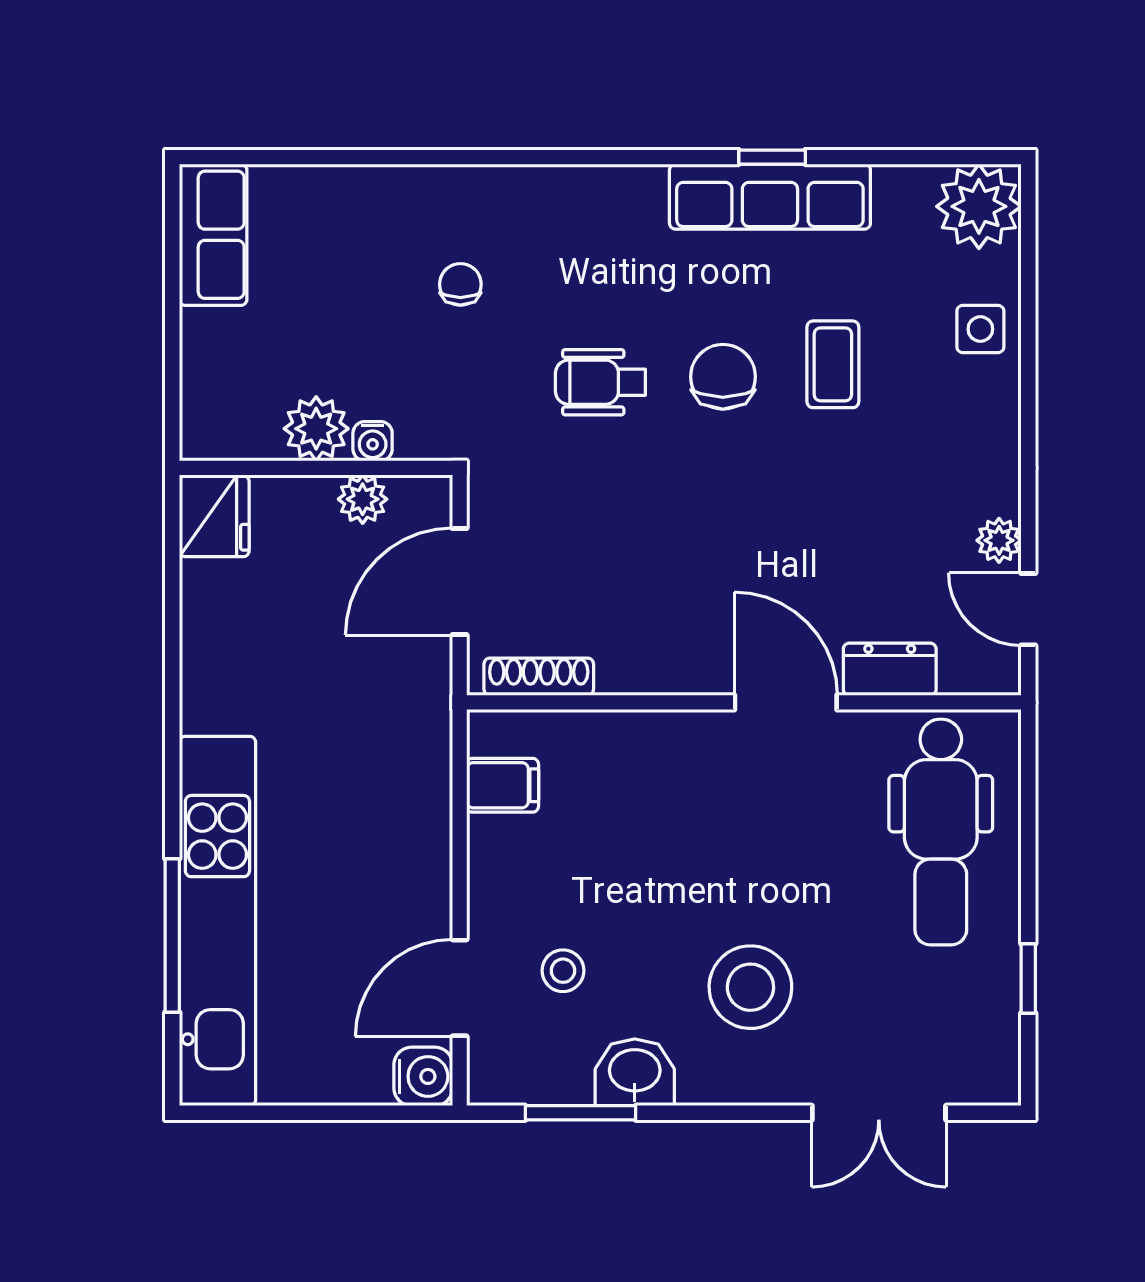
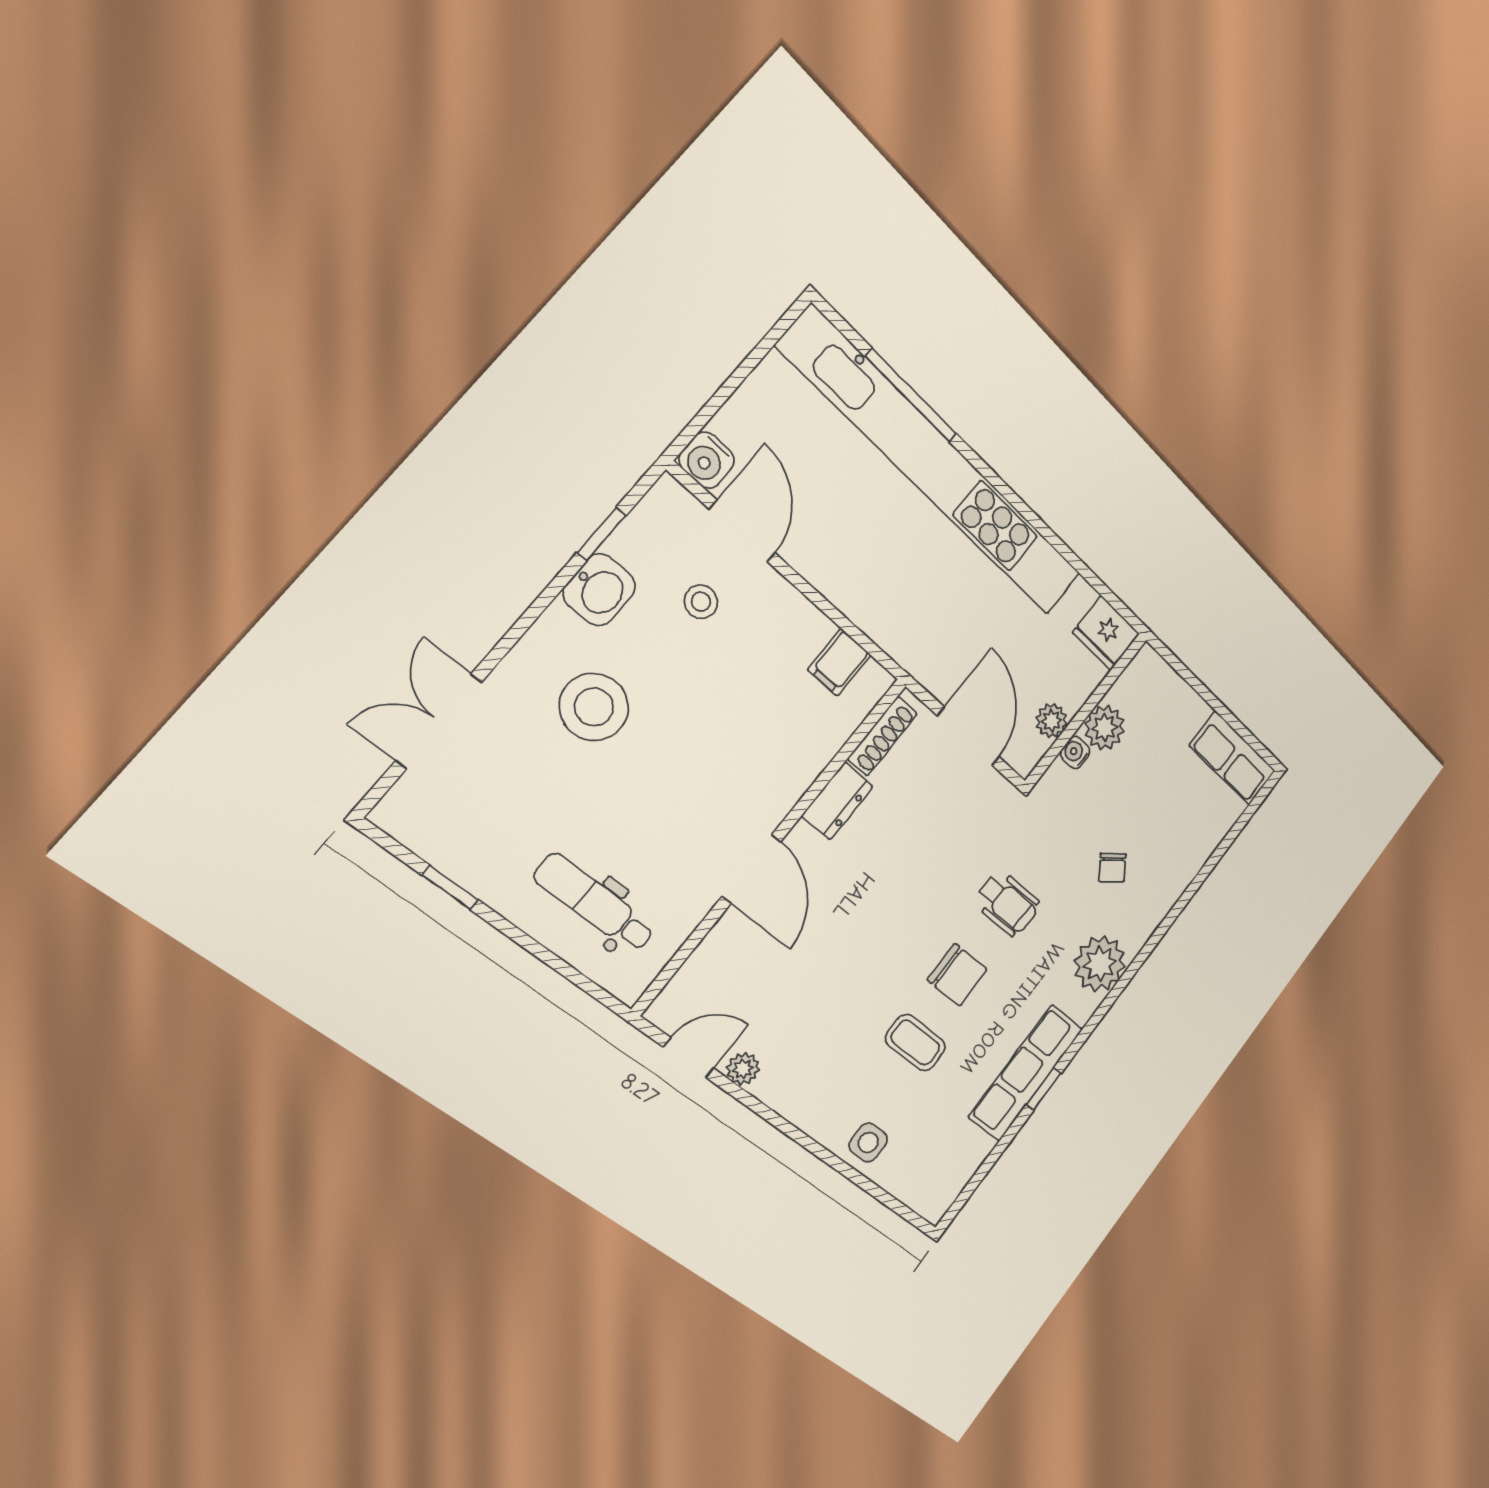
plant: (979, 206) -> (1100, 964), moved
chair: (460, 284) -> (1112, 868), turned 53
wheelchair: (600, 382) -> (1007, 903), turned 90
dresser: (890, 669) -> (837, 801), moved
door: (786, 702) -> (751, 869), hinge flipped
dental chair: (941, 832) -> (595, 903), width x0.73, depth x0.72
kitchen unit: (217, 921) -> (935, 465), width x1.36
window: (580, 1113) -> (602, 534), width x0.67

